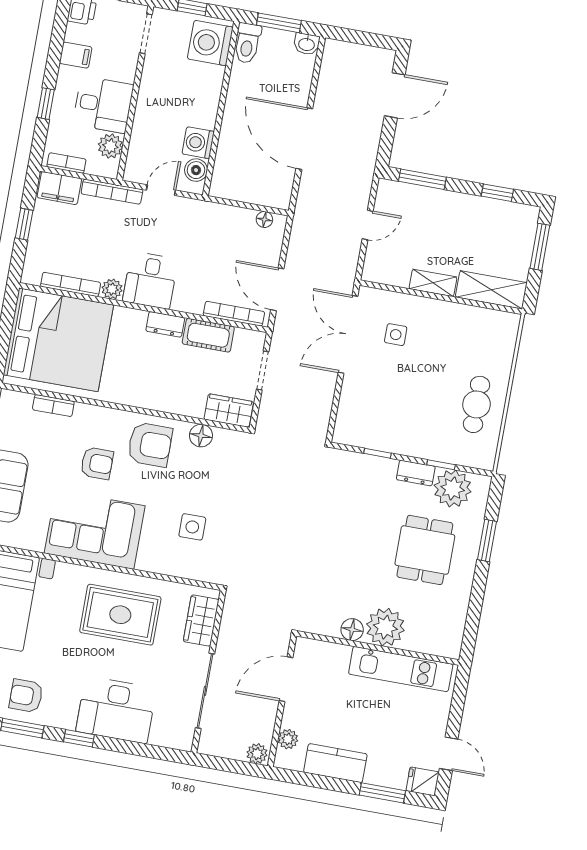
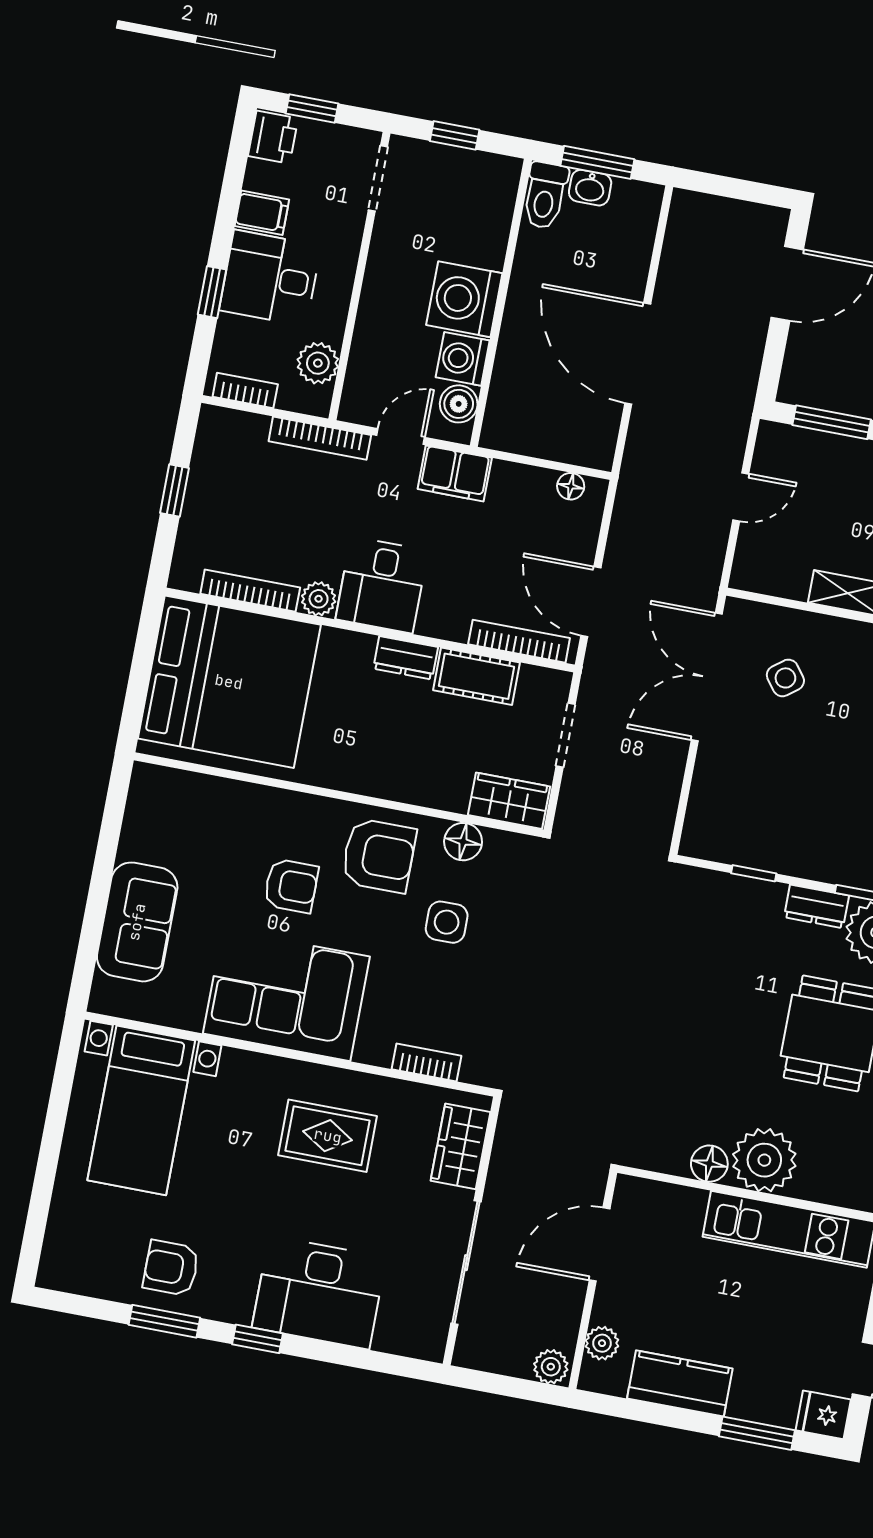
washing machine: (210, 43) -> (464, 299), moved
washbasin: (307, 44) -> (590, 188), moved
desk: (103, 105) -> (270, 278), moved, turned 180
filing cabinet: (59, 188) -> (455, 473), moved
side table: (396, 335) -> (785, 678), turned -37
bookcase: (53, 406) -> (427, 1062), moved, turned 180
side table: (192, 527) -> (447, 922), moved
rug: (120, 615) -> (328, 1136), width x0.73, depth x0.70

